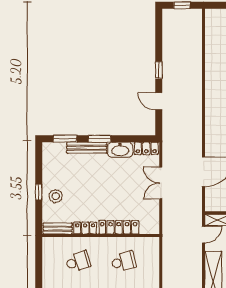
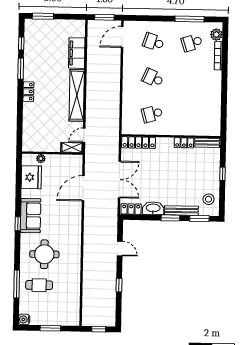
window: (159, 70) -> (119, 285), moved
double door: (161, 183) -> (119, 180), width x1.37
stool: (56, 196) -> (209, 199), moved
locker: (119, 227) -> (139, 143), moved
school desk: (78, 262) -> (190, 115), removed

